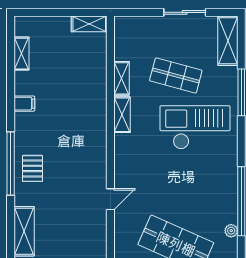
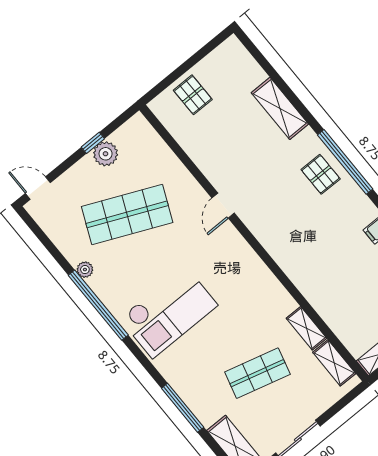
shelving: (122, 115) -> (334, 363), moved
checkout: (195, 127) -> (169, 312), moved

